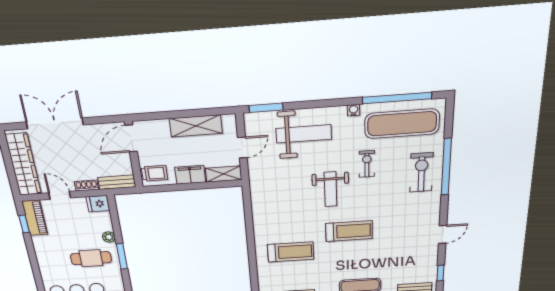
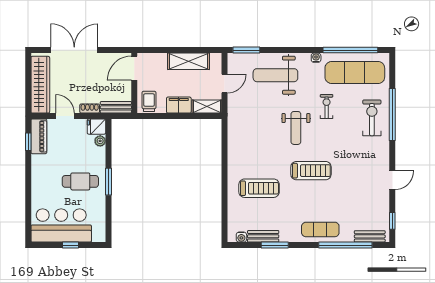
weight bench: (304, 134) -> (275, 75), turned 180
trolley: (154, 173) -> (149, 101), turned -90
plant: (109, 237) -> (100, 141), moved

